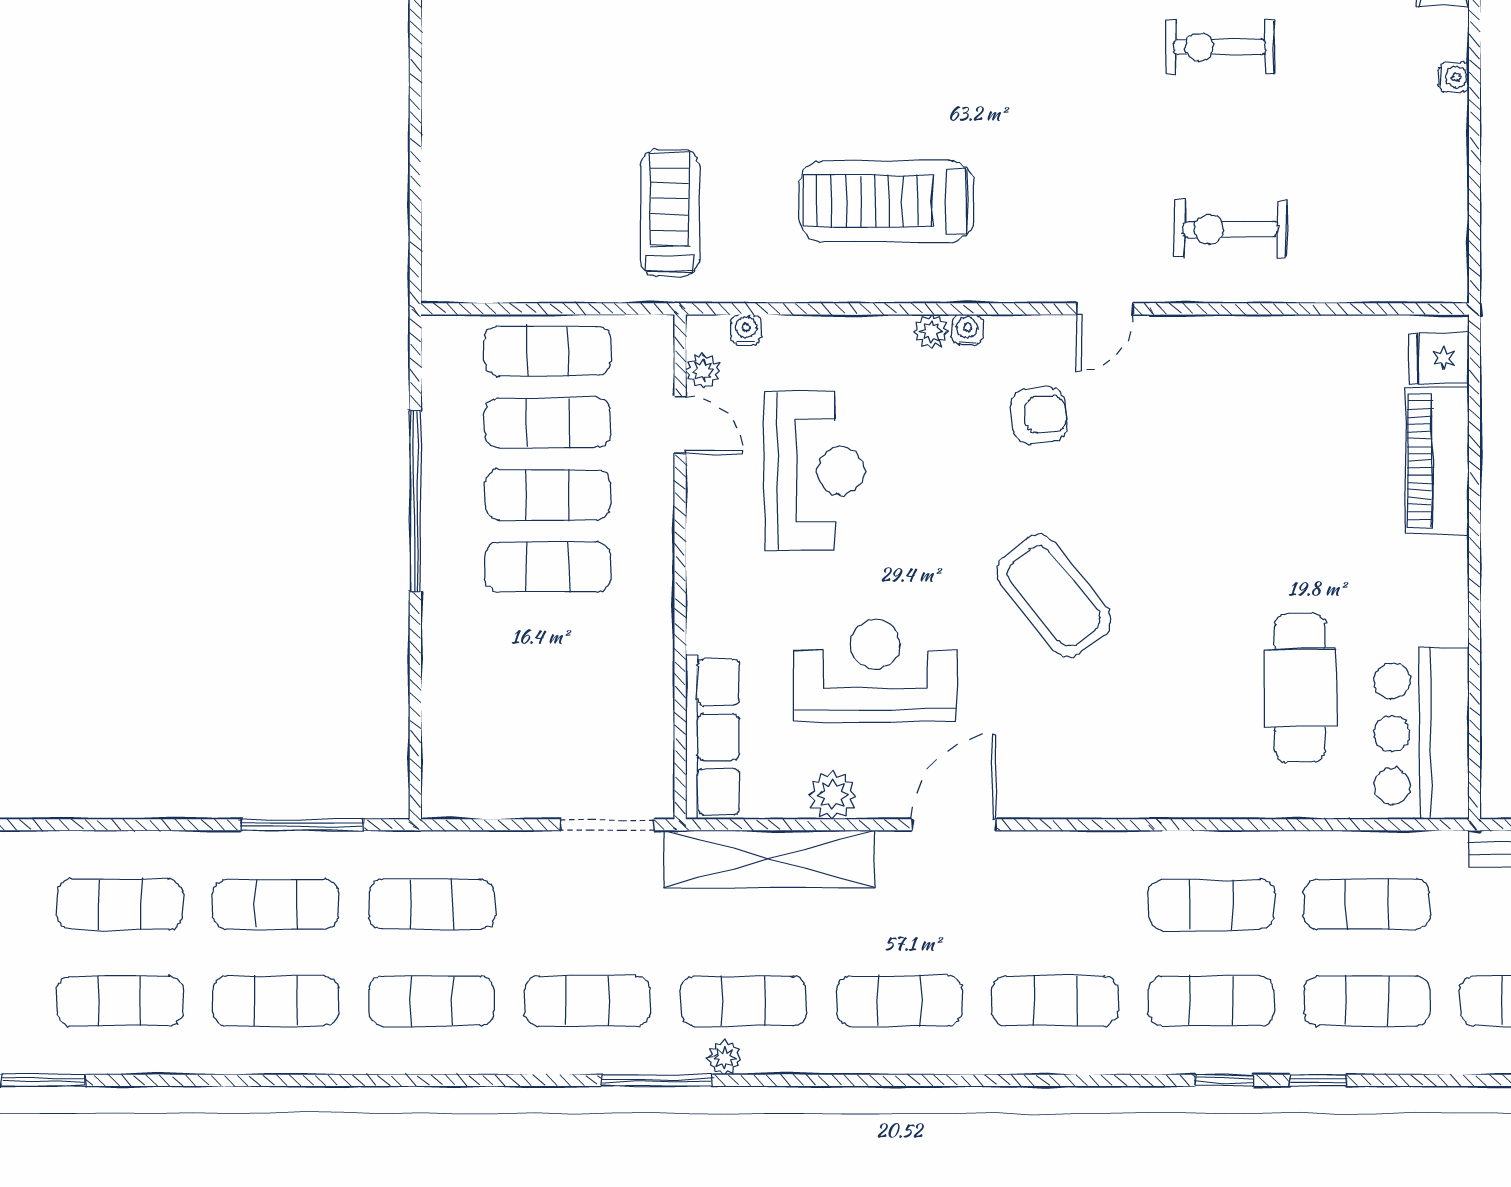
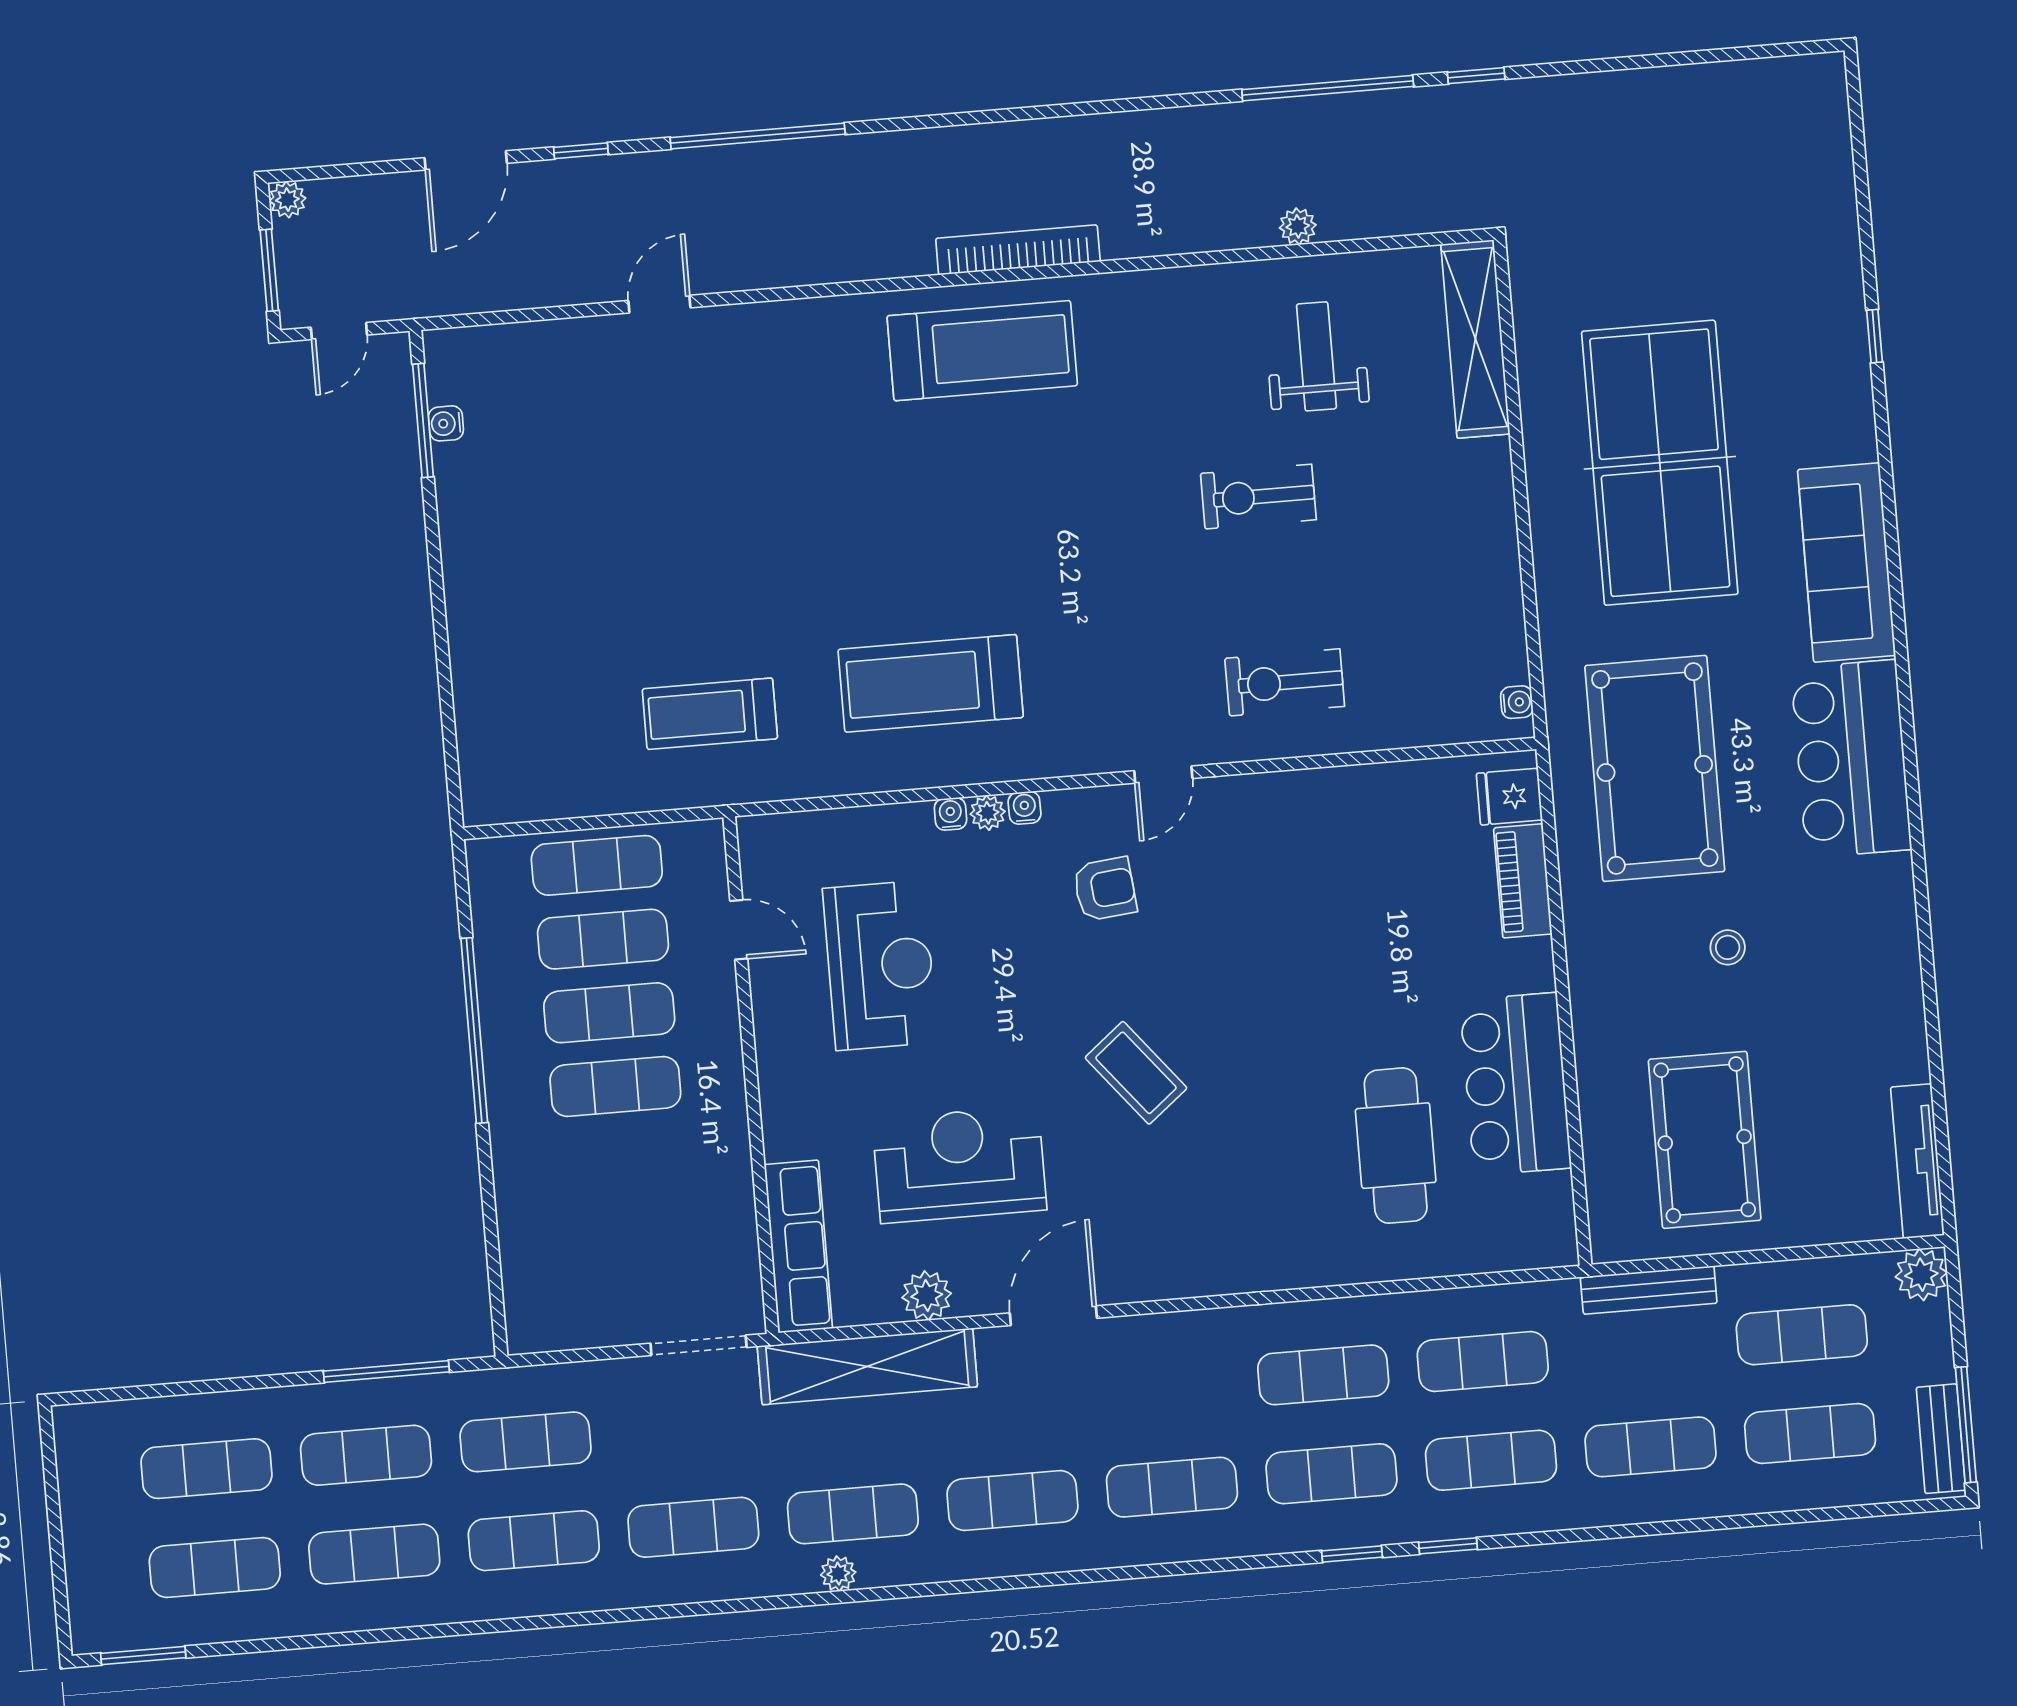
water cooler: (1454, 77) -> (1517, 702), moved
treadmill: (670, 213) -> (710, 714), turned -90
water cooler: (746, 330) -> (950, 814), moved
plant: (703, 371) -> (758, 873), removed
piano: (1437, 461) -> (1523, 881), width x0.73, depth x0.75
coffee table: (1054, 596) -> (1136, 1073), width x0.73, depth x0.76
bar counter: (1421, 733) -> (1515, 1084), moved
window: (657, 1080) -> (771, 1603), removed

